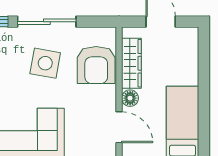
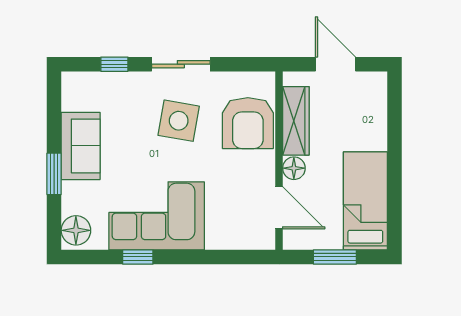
sliding door: (47, 22) -> (181, 64), width x0.73

